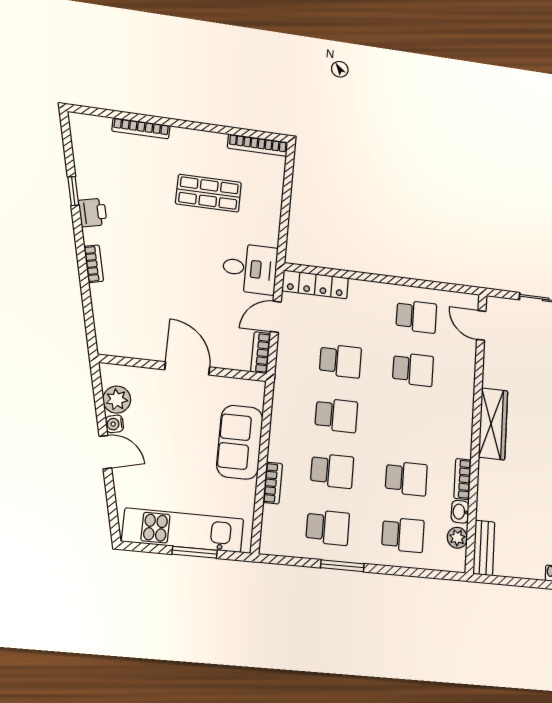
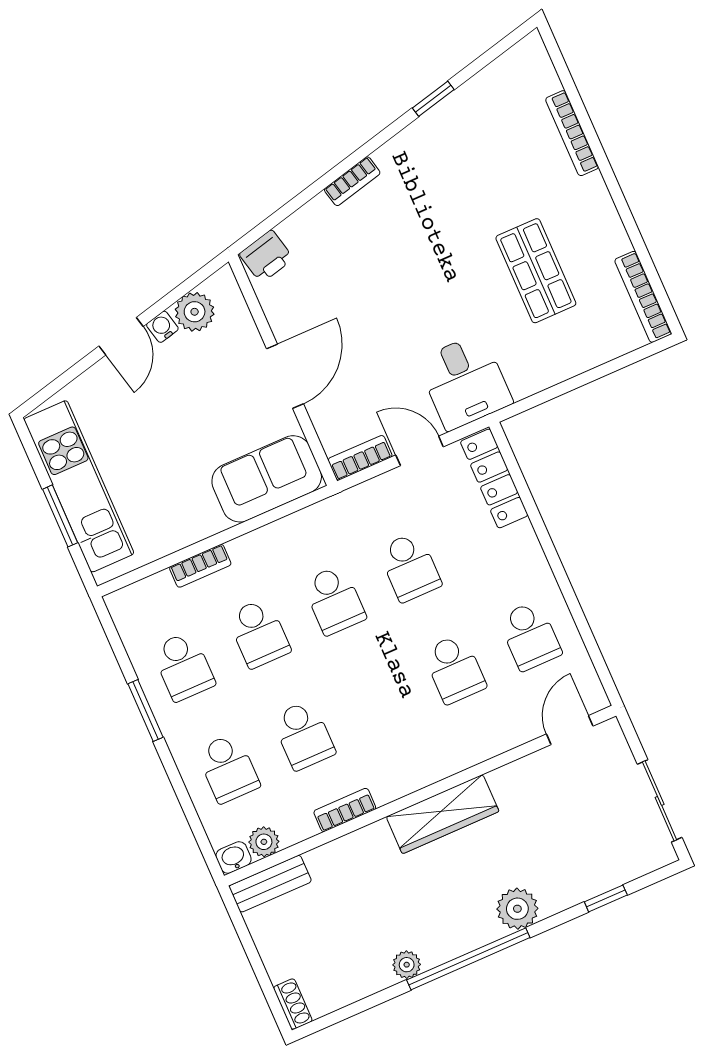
printer: (93, 212) -> (266, 256), moved
sofa: (240, 442) -> (267, 479), moved
washbasin: (460, 512) -> (234, 858), moved

